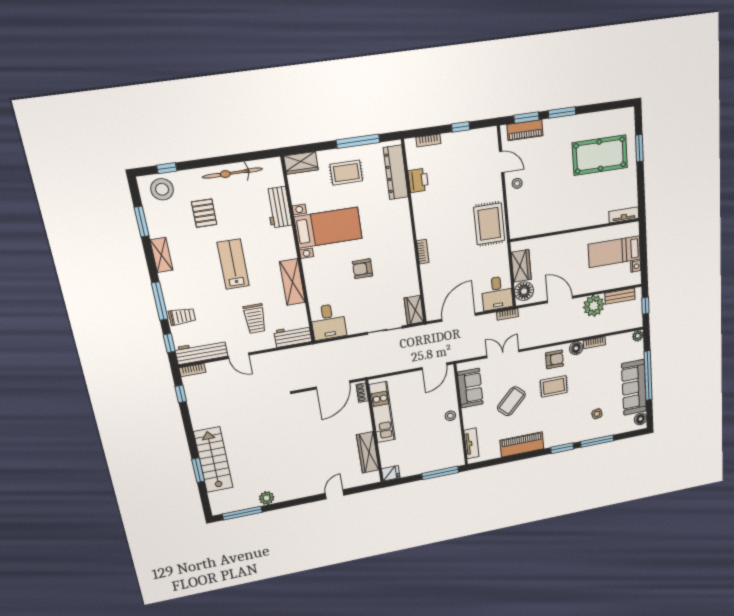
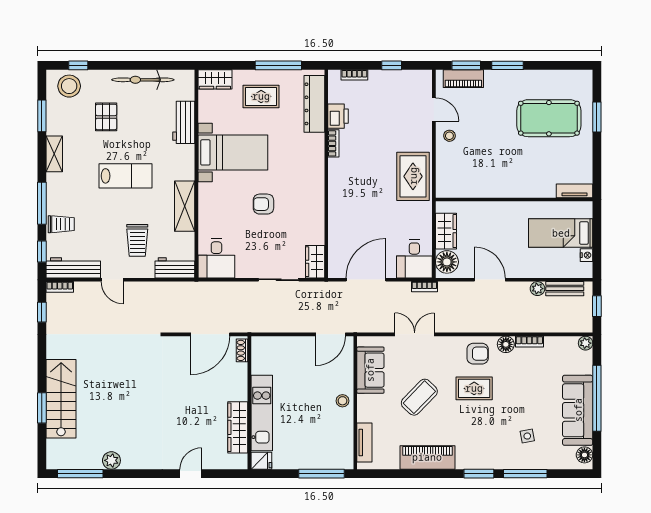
bookcase: (423, 252) -> (333, 143), moved
lab bench: (233, 264) -> (126, 176), turned 90
plant: (594, 306) -> (537, 289), width x0.53, depth x0.53
kitchen unit: (382, 412) -> (262, 413), moved

